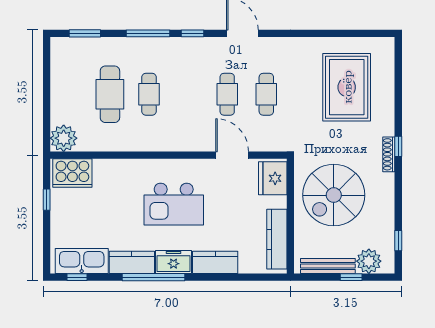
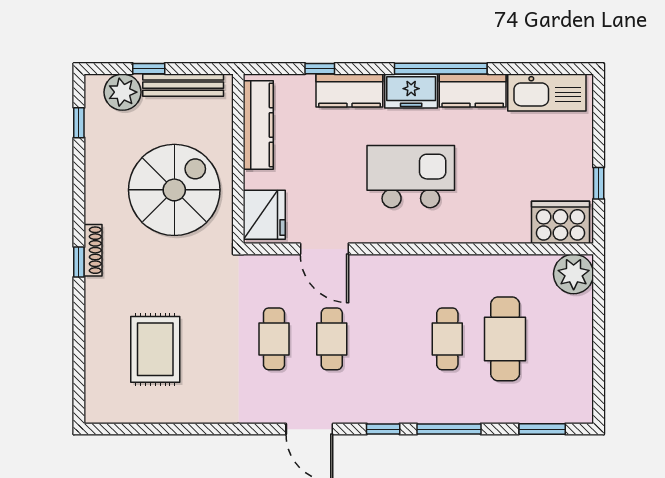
rug: (347, 87) -> (155, 349), width x0.73, depth x0.69
window: (77, 277) -> (320, 69), moved

